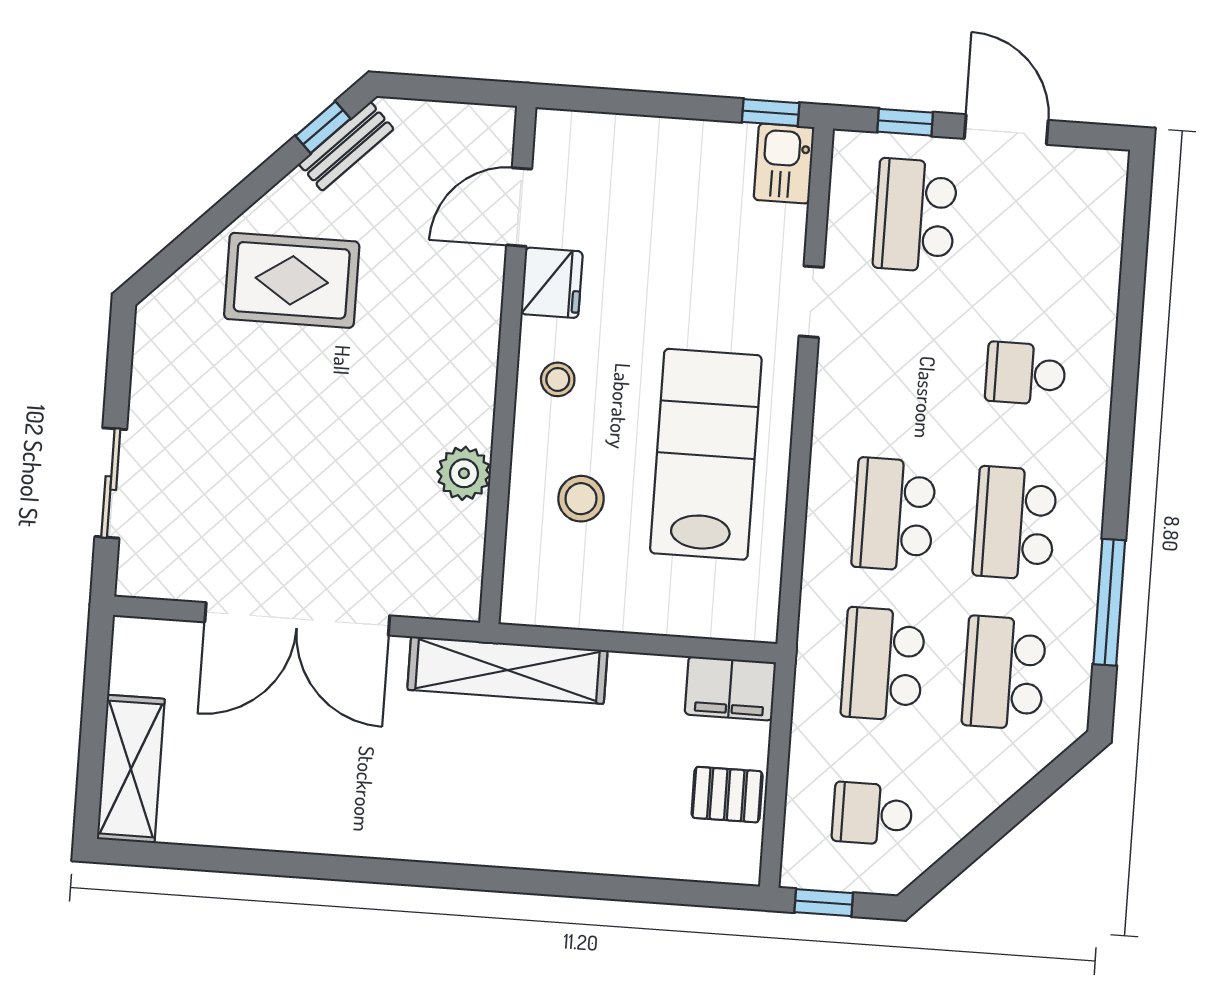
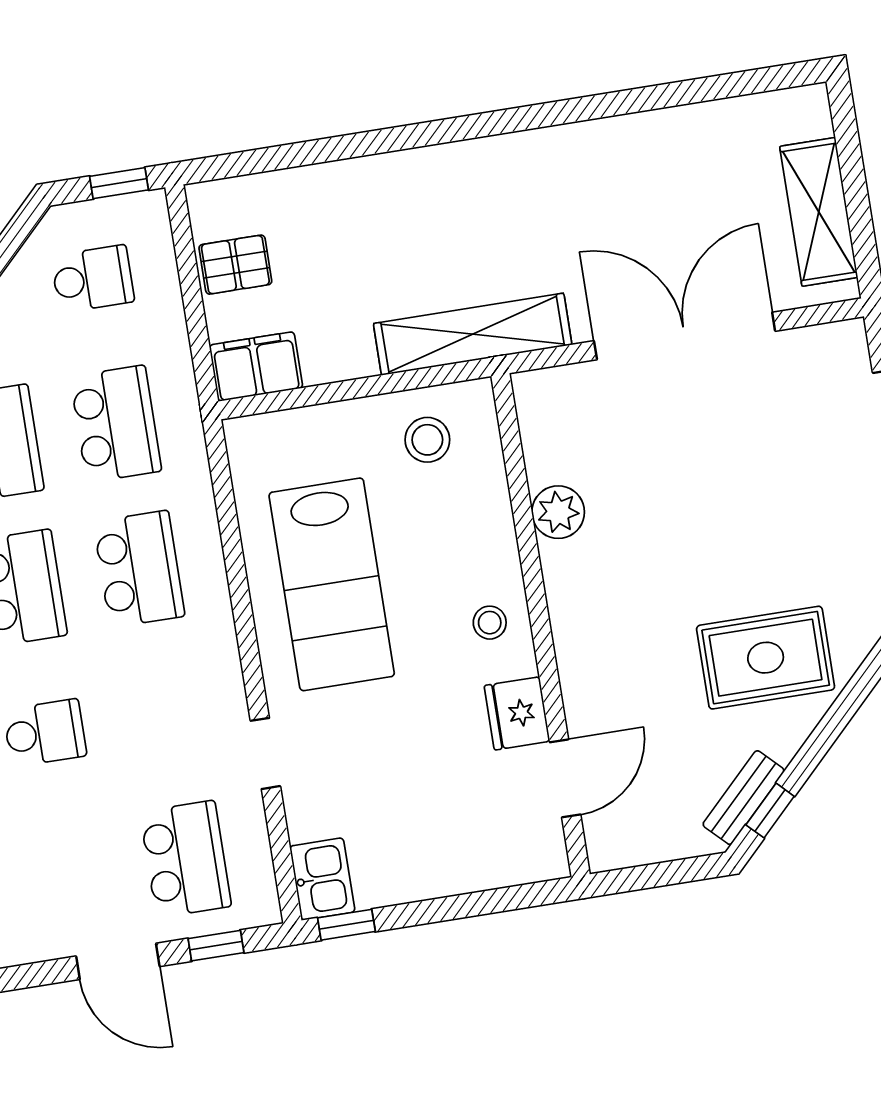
stool: (581, 499) -> (427, 440), moved
shelving: (131, 769) -> (819, 212), moved

